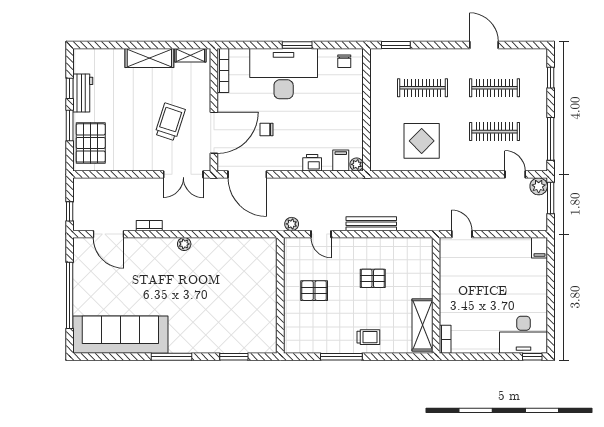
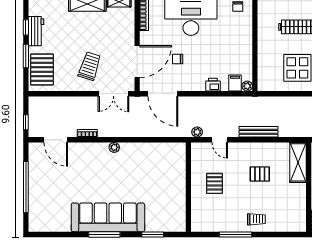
trolley: (170, 122) -> (90, 66), moved
pallet: (314, 291) -> (214, 183), turned 90
shelving: (422, 325) -> (298, 162), moved
sofa: (120, 335) -> (108, 217), moved

